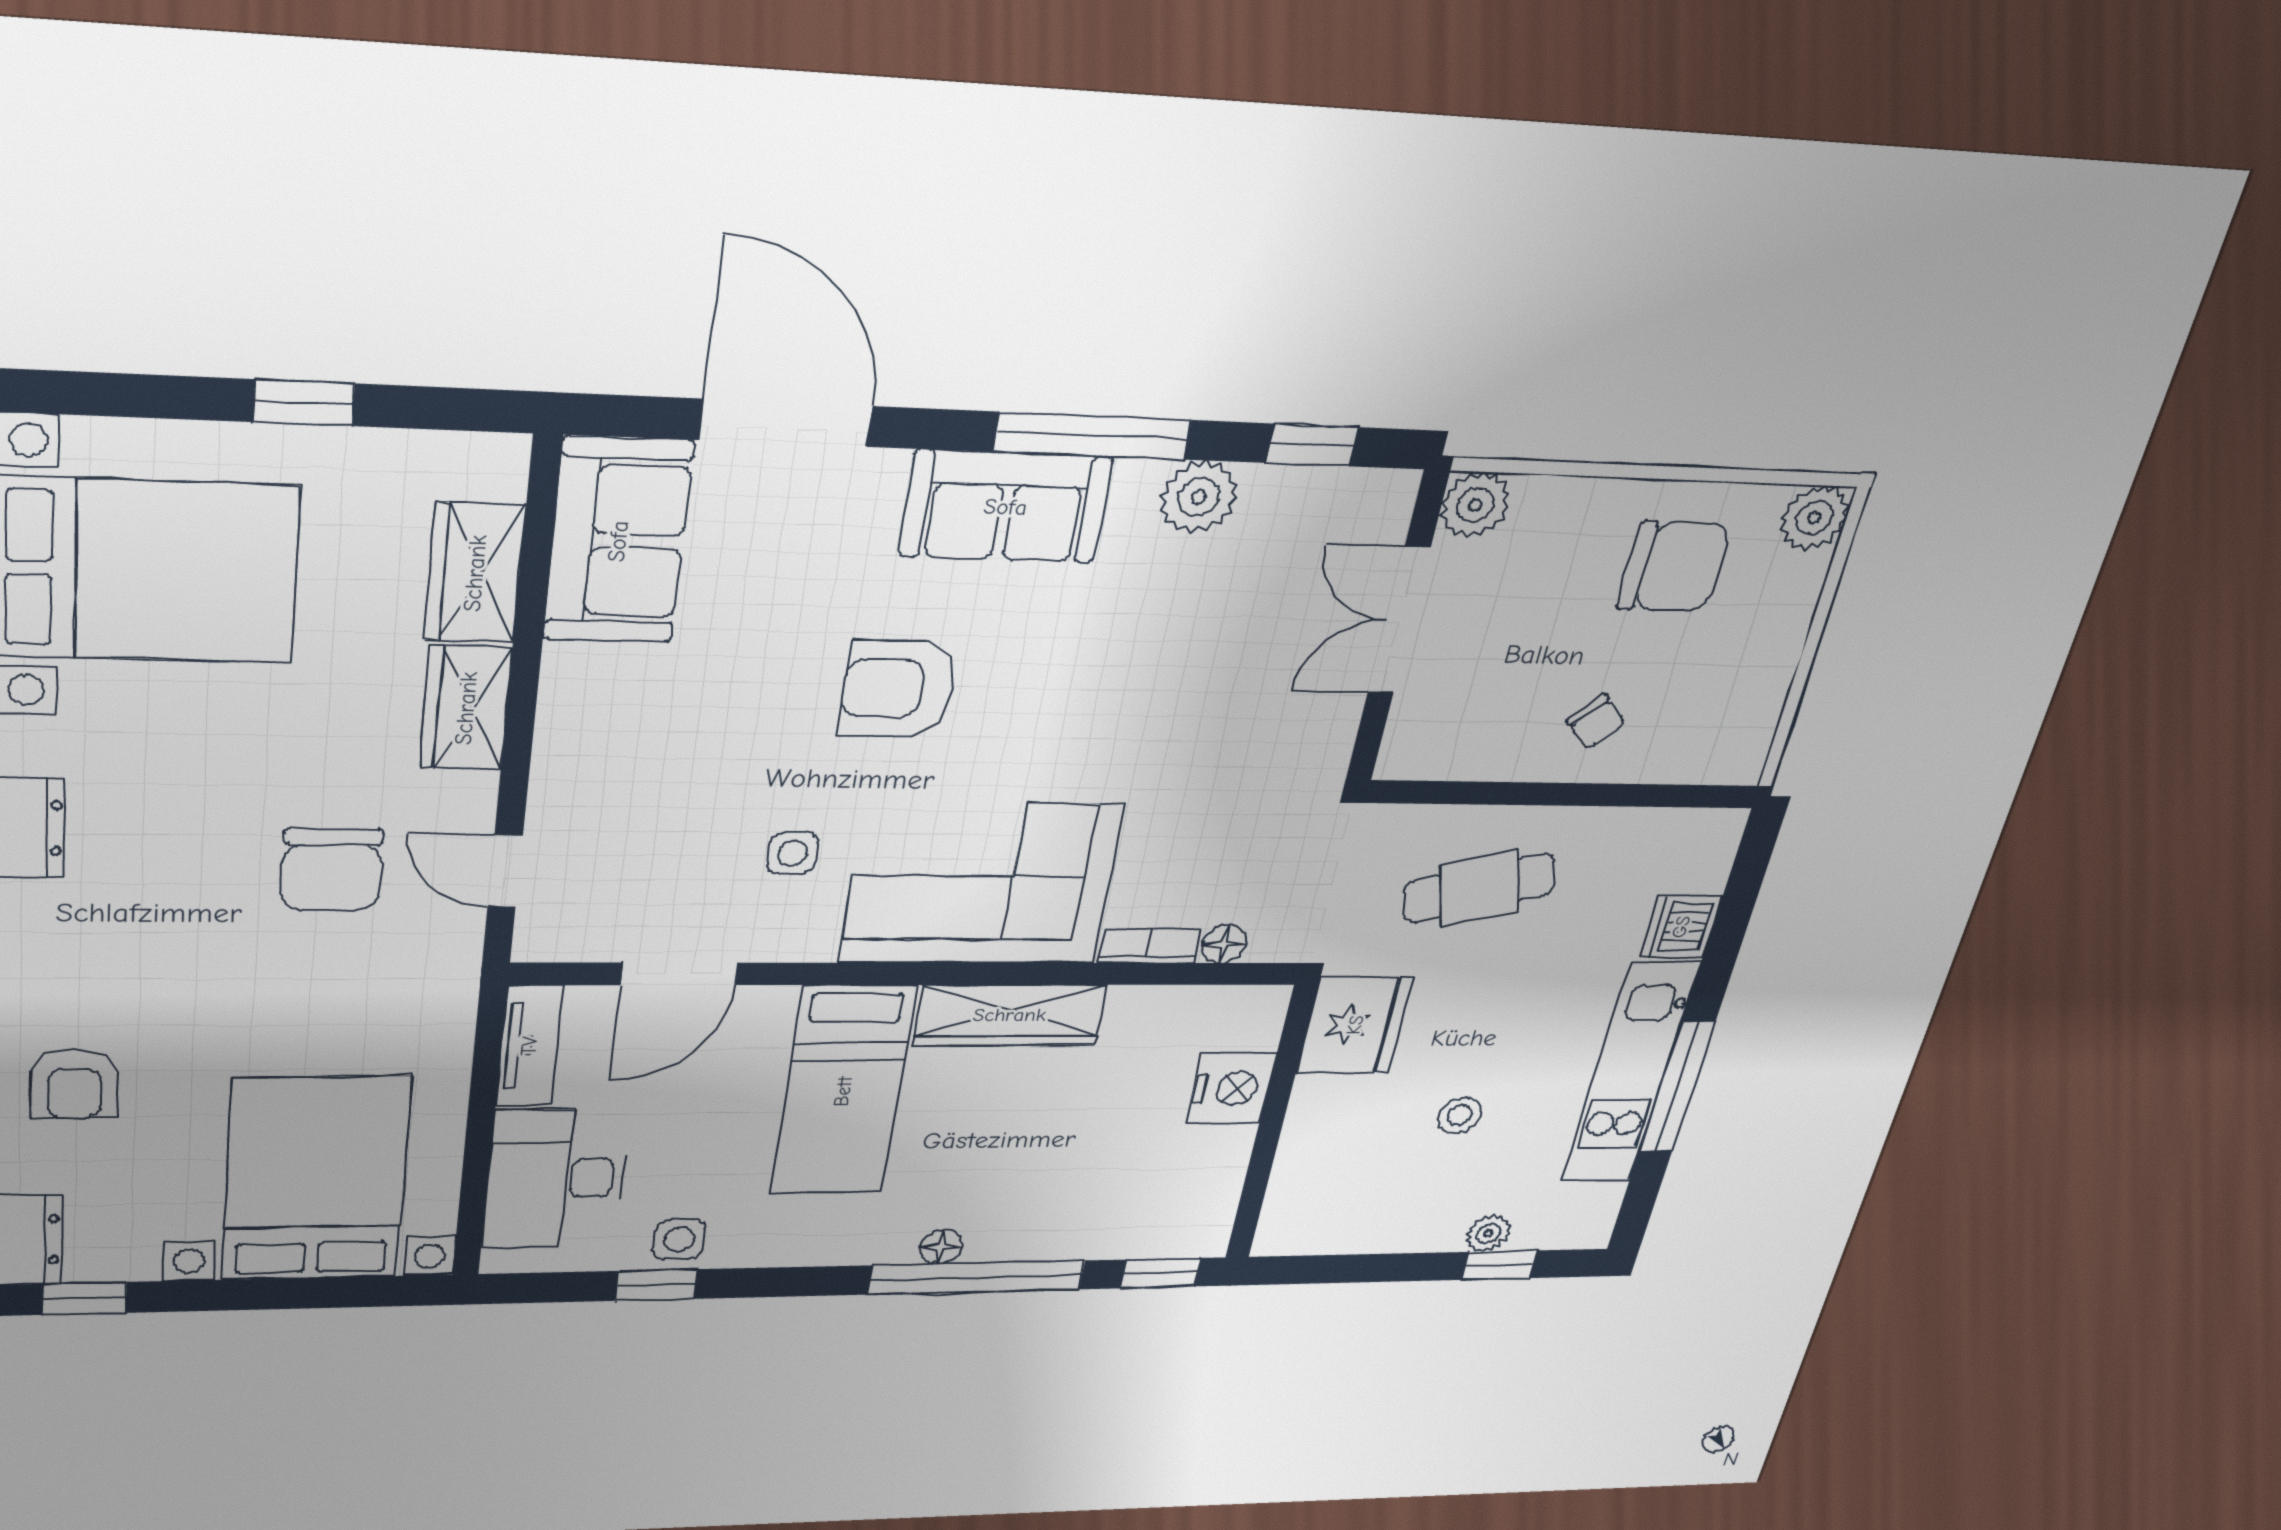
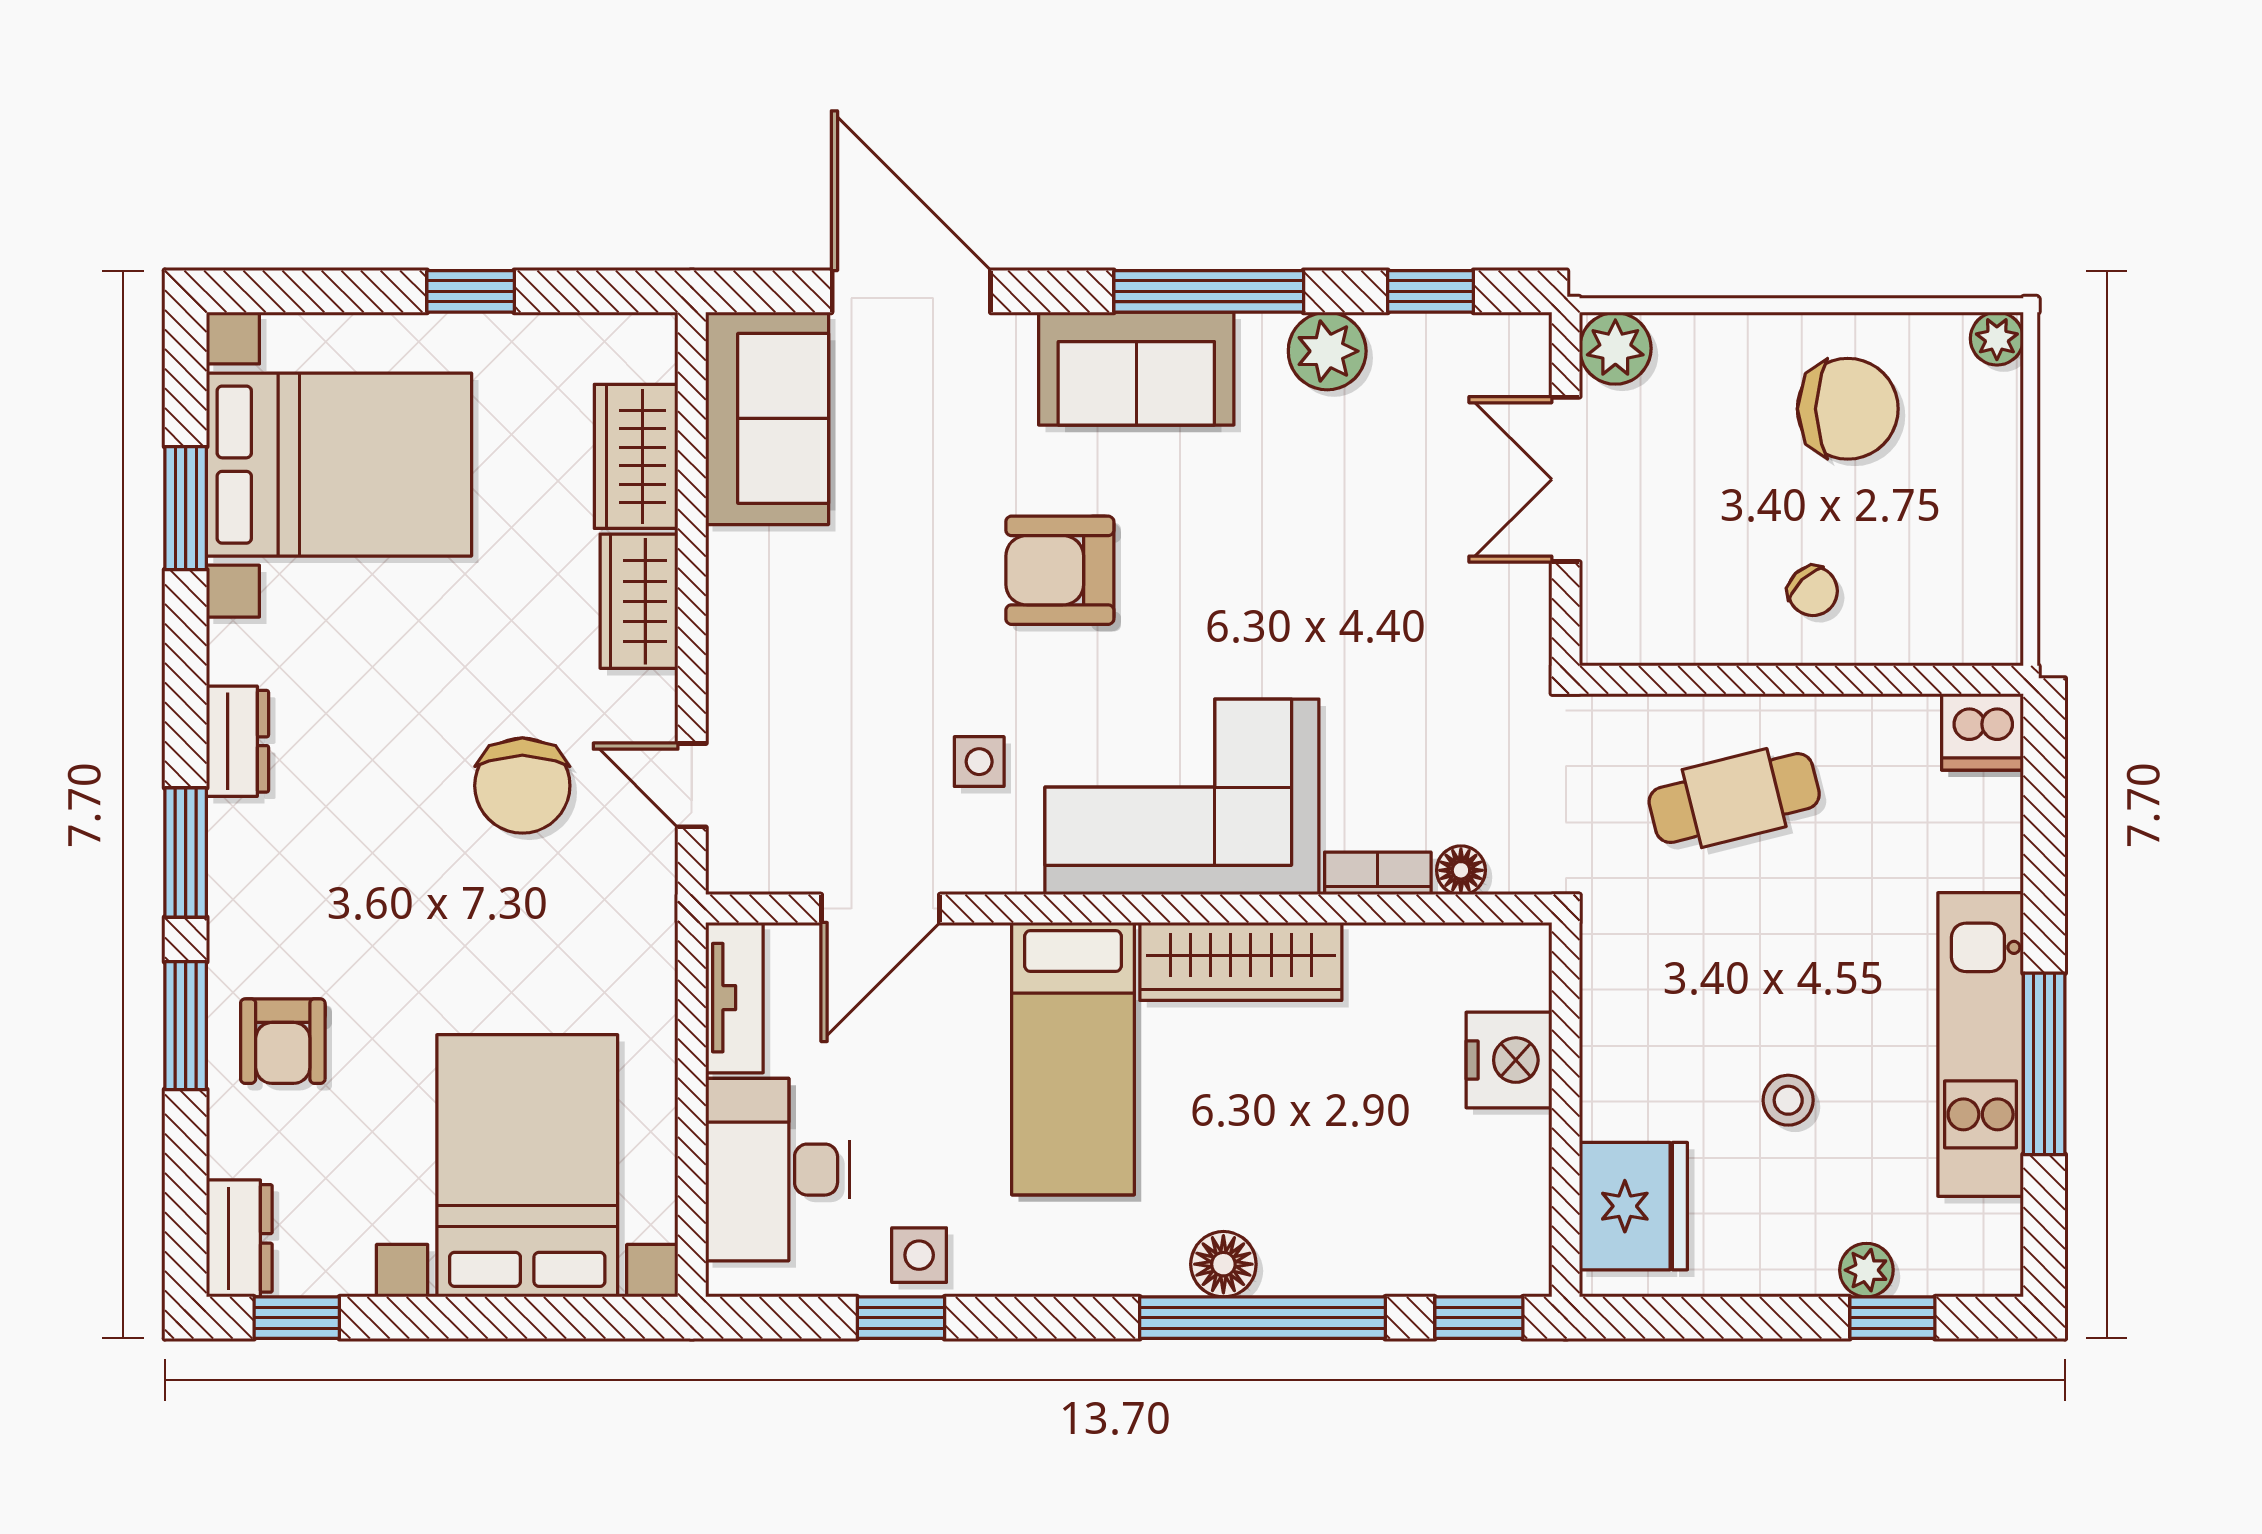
plant: (1814, 518) -> (1997, 339), width x0.73, depth x0.73
dishwasher: (1681, 927) -> (1982, 732), moved, turned -90
fridge: (1355, 1025) -> (1633, 1206), moved
floor lamp: (941, 1247) -> (1223, 1264), width x1.37, depth x1.37

